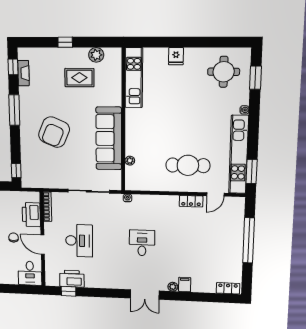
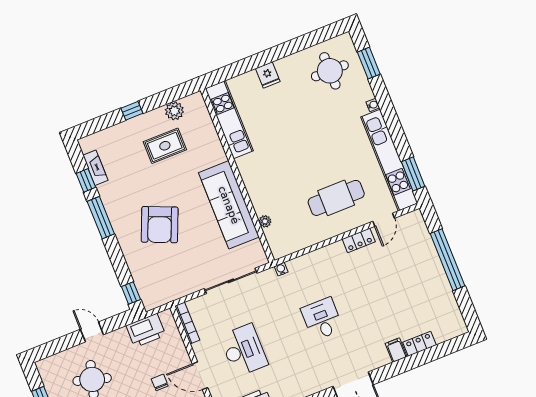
window: (13, 67) -> (86, 180), moved
printer: (31, 215) -> (146, 330), moved, turned -90
plant: (173, 287) -> (383, 359), removed
locker: (228, 288) -> (419, 344), moved

